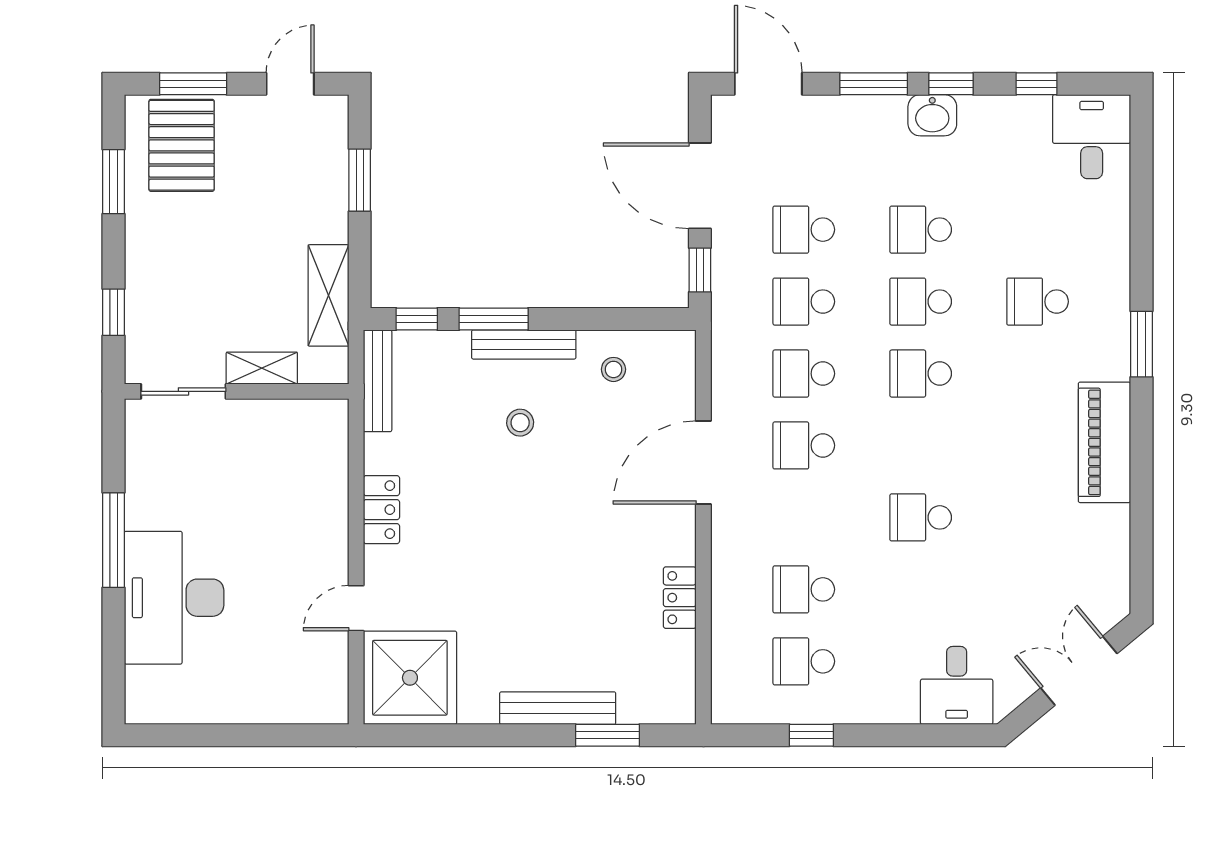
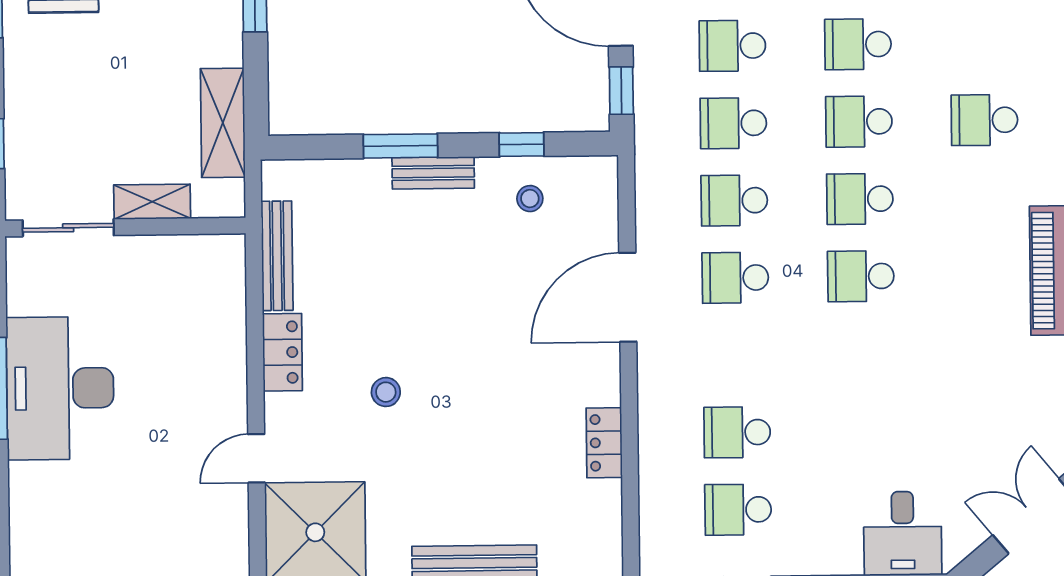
window: (417, 319) -> (522, 144), moved
bench: (524, 344) -> (433, 173), width x0.73
bench: (378, 381) -> (277, 256), moved
stool: (520, 423) -> (386, 392), moved
school desk: (921, 517) -> (861, 276), moved
desk: (174, 598) -> (60, 388), moved

